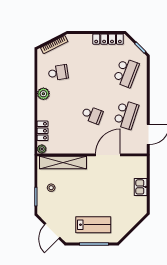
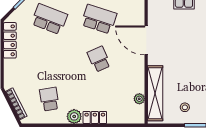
school desk: (92, 115) -> (99, 59), turned -45
locker: (43, 131) -> (95, 117), moved
plant: (42, 149) -> (139, 99), moved

